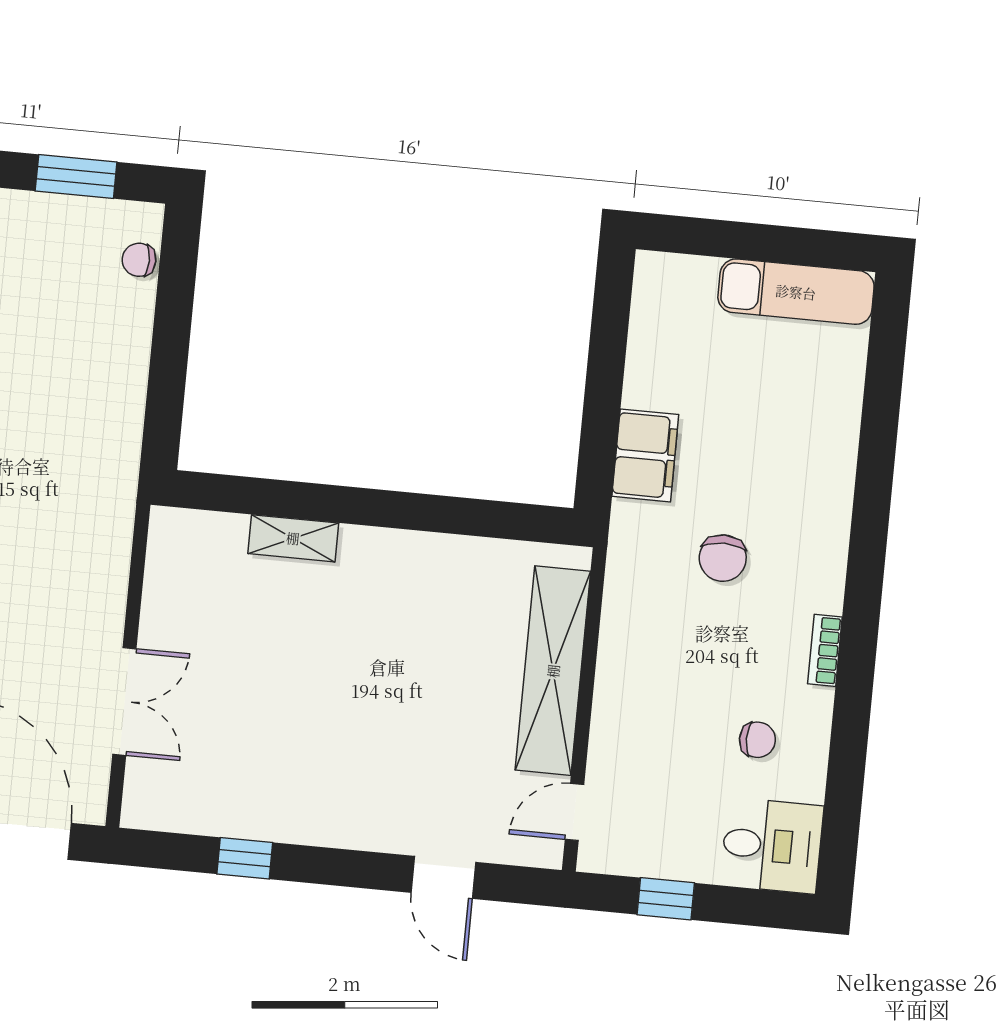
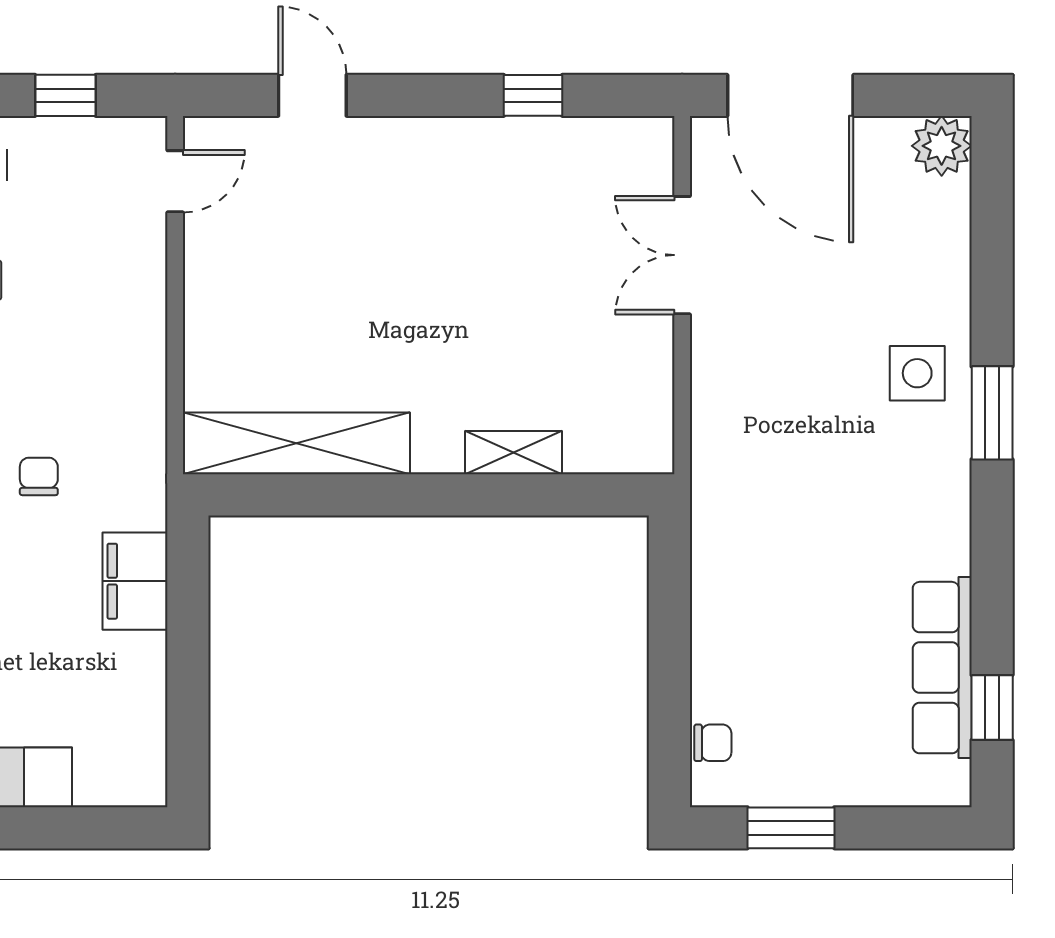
chair: (723, 558) -> (39, 476), width x0.73, depth x0.73
shelving: (553, 671) -> (296, 443), moved, turned 90

